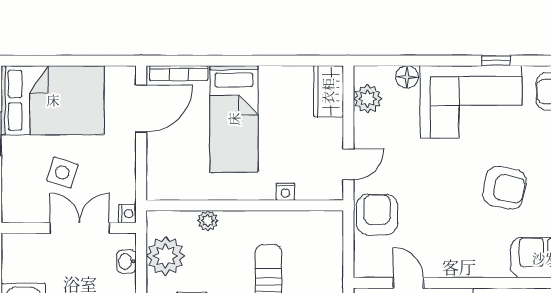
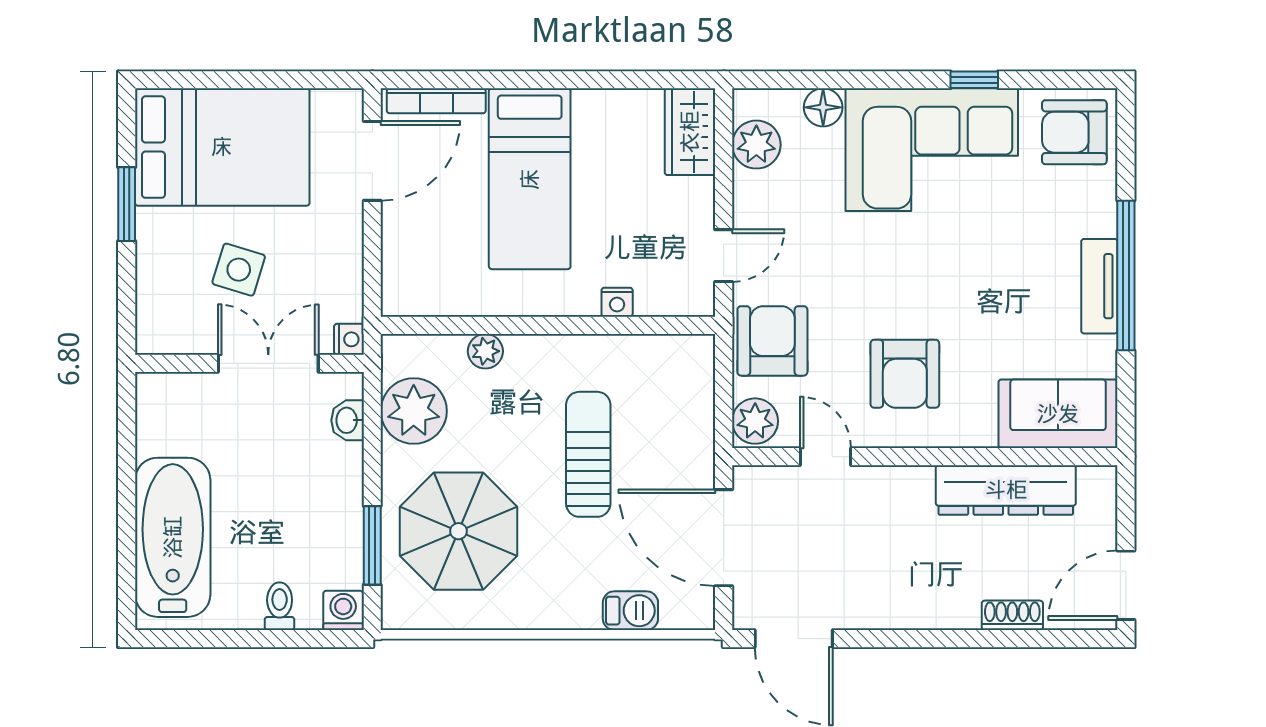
armchair: (504, 188) -> (905, 374), moved, turned 79
plant: (367, 262) -> (755, 421), added

